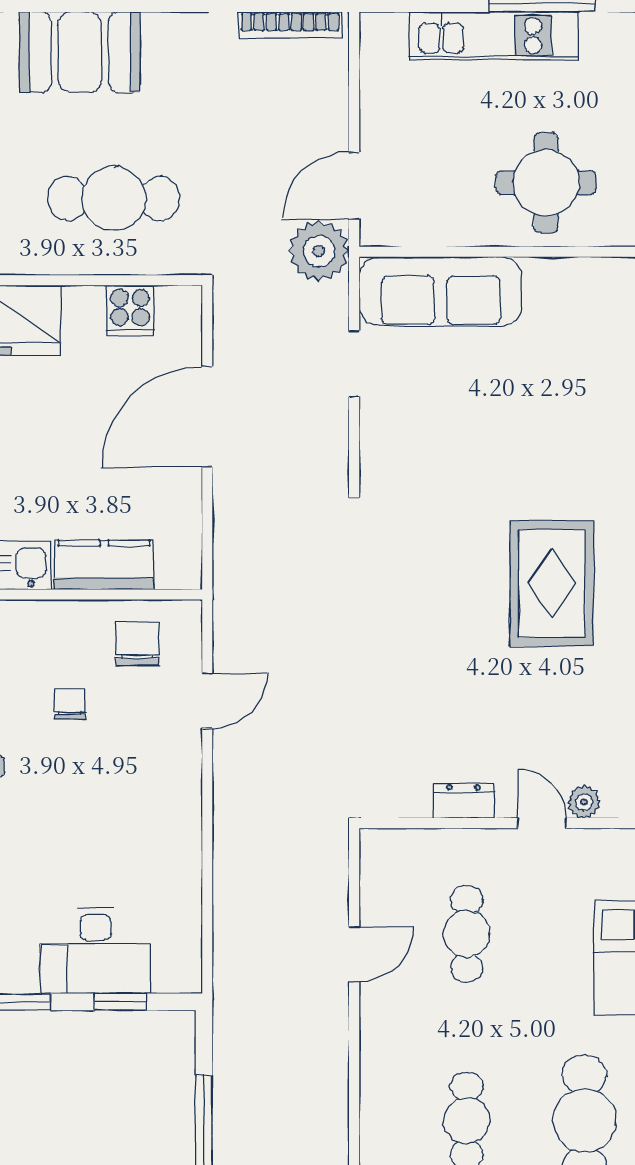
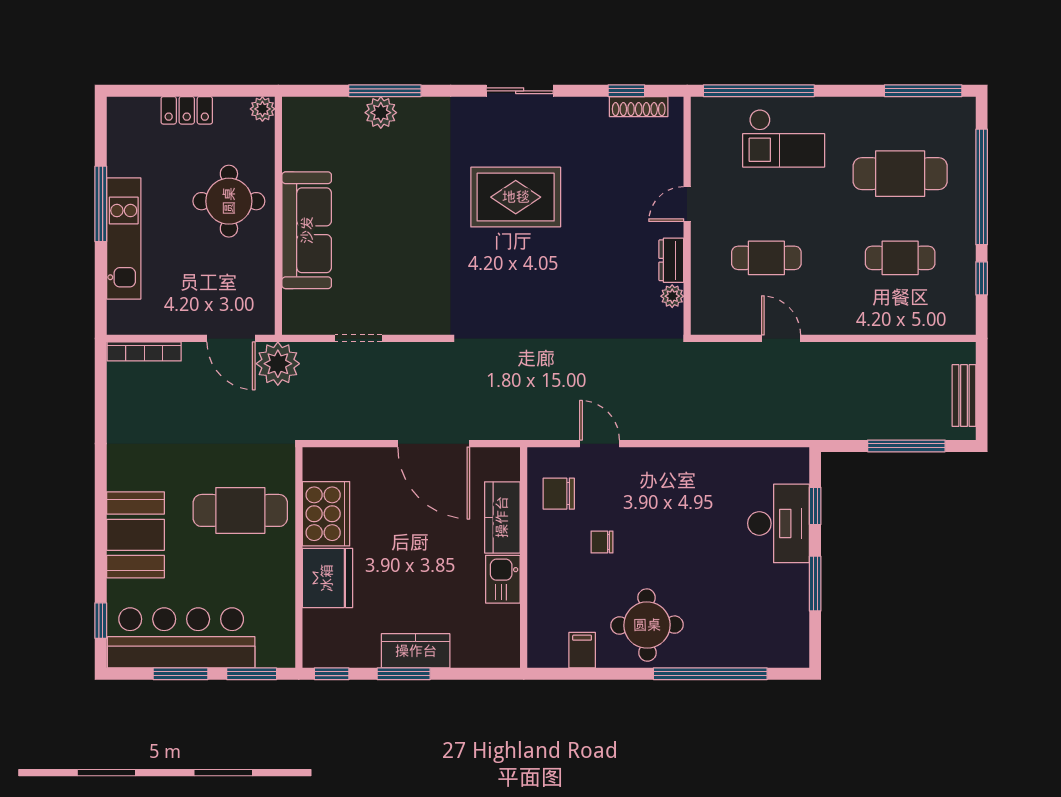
bookcase: (290, 25) -> (144, 351), moved, turned 90
cafe table: (114, 199) -> (240, 510), turned 90
sofa: (441, 291) -> (307, 230), moved
cooker: (130, 311) -> (326, 514), width x1.87, depth x1.31
door: (207, 417) -> (434, 444), moved
plant: (584, 802) -> (672, 296), moved

